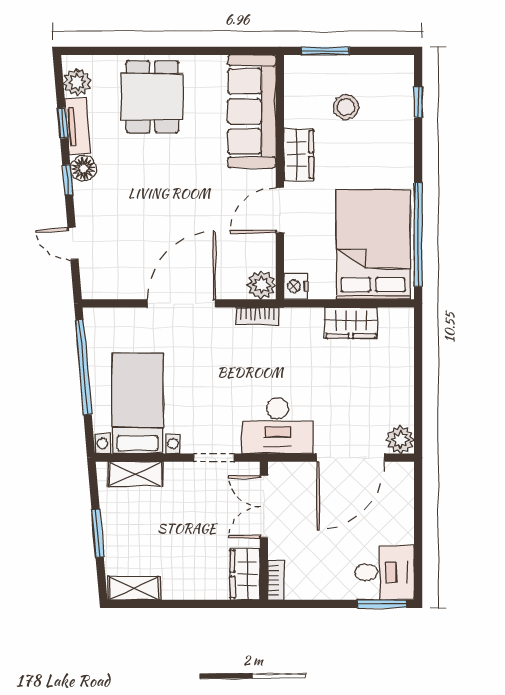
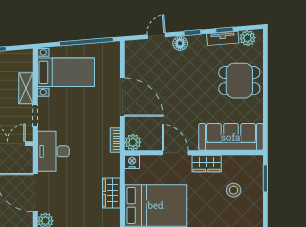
floor lamp: (83, 169) -> (180, 43), moved
shelving: (135, 474) -> (26, 88), moved

